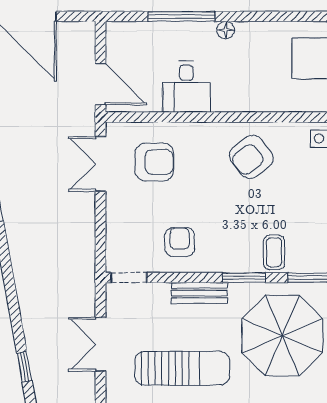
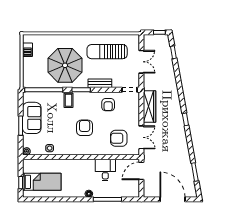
door: (100, 84) -> (141, 171), hinge flipped
armchair: (251, 157) -> (85, 128), moved, turned -52
wardrobe: (81, 238) -> (150, 107), added

